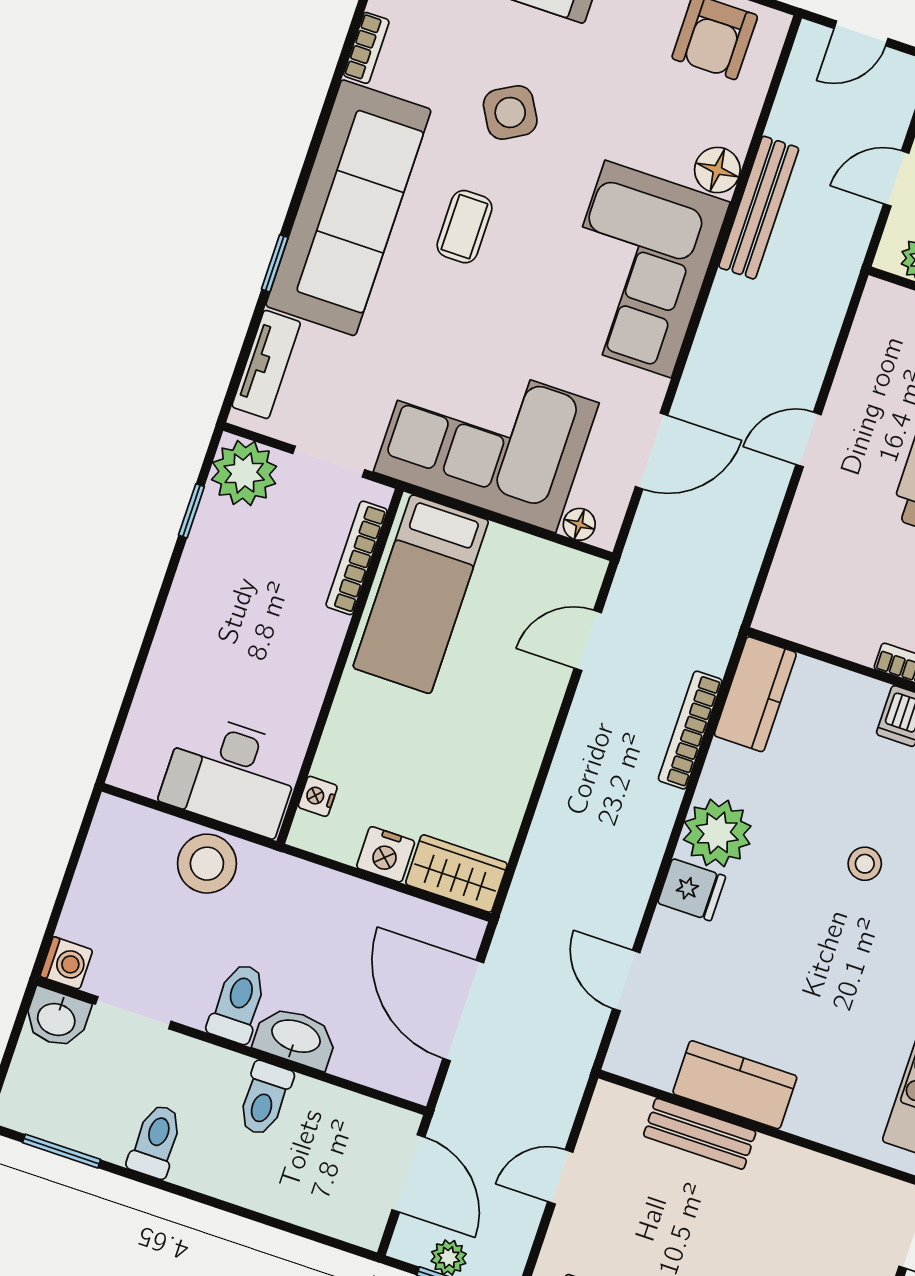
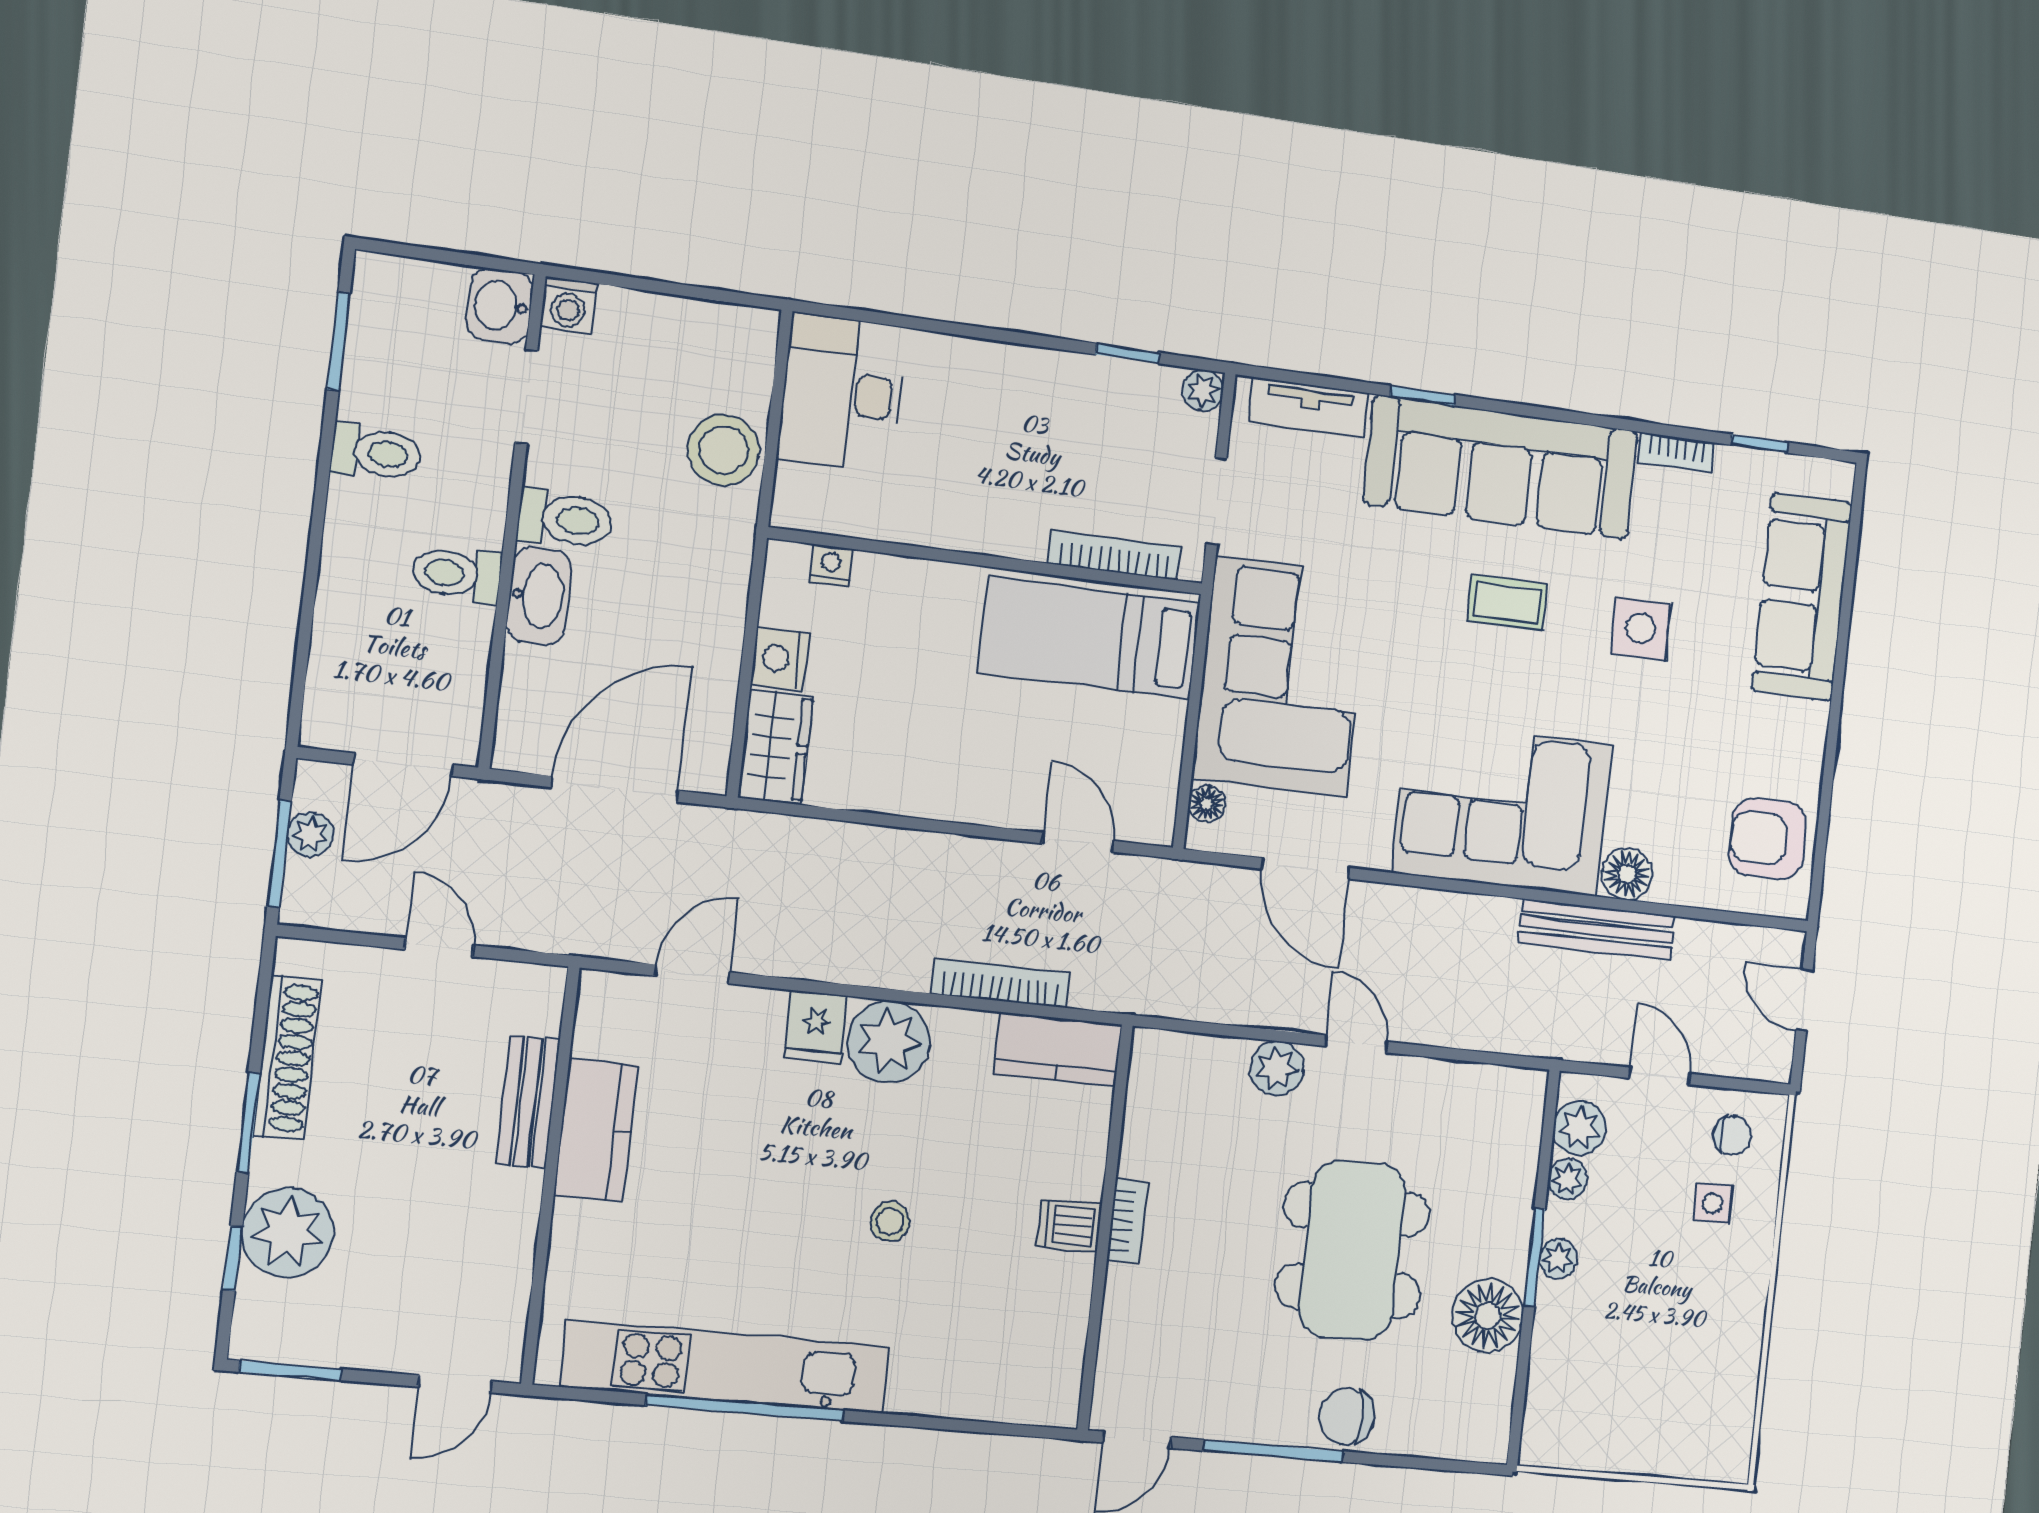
side table: (510, 112) -> (1641, 628), turned 30
plant: (244, 473) -> (1203, 391), width x0.53, depth x0.53
plant: (813, 512) -> (1277, 1068), added
desk: (231, 774) -> (842, 393), moved

